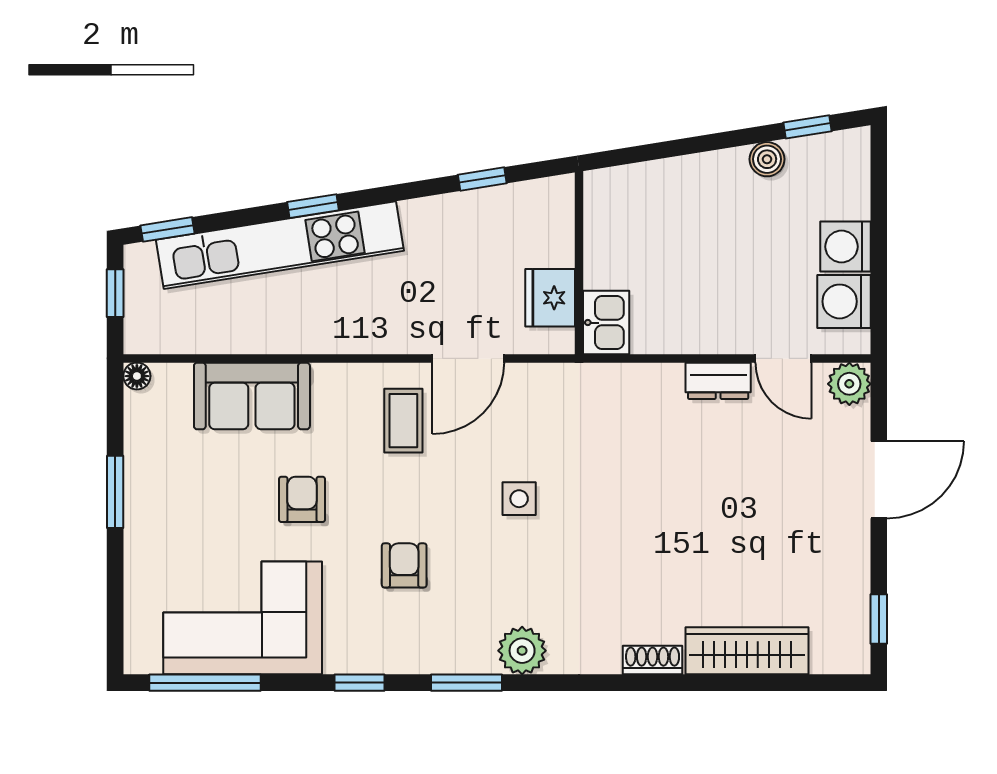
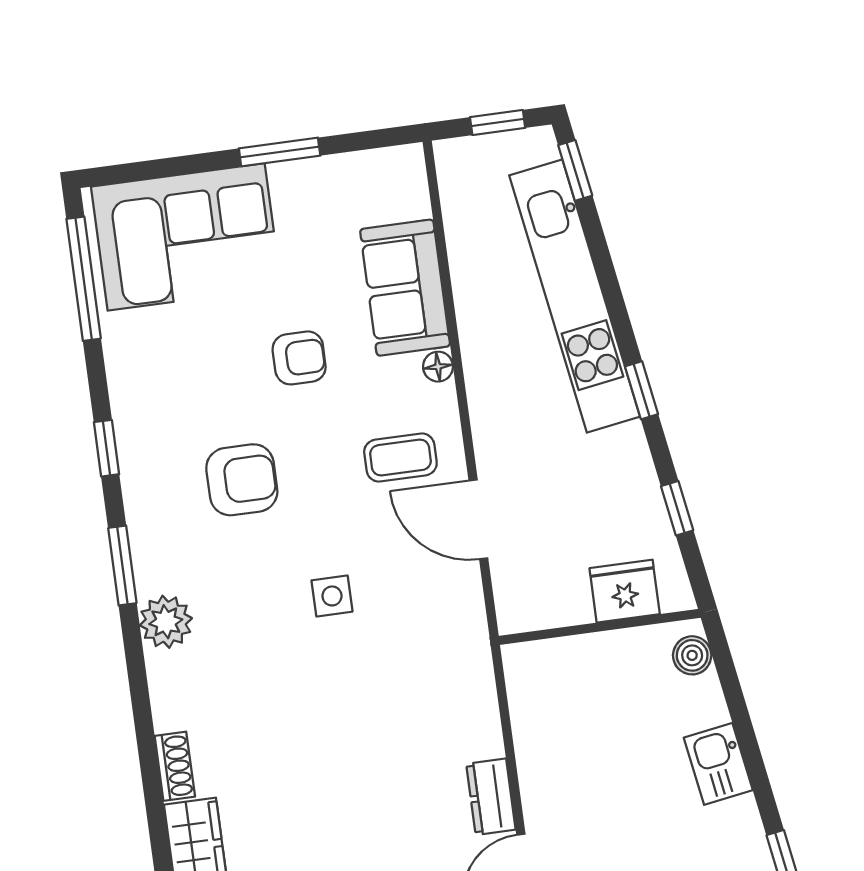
boiler: (767, 159) -> (692, 655), moved
window: (313, 206) -> (642, 390), moved
fridge: (550, 298) -> (625, 591), moved
kitchen sink: (606, 323) -> (718, 764), moved, turned 81
floor lamp: (137, 376) -> (438, 367), moved
armchair: (404, 565) -> (242, 480), width x1.38, depth x1.38
corner sofa: (243, 618) -> (186, 237), moved, turned 90

